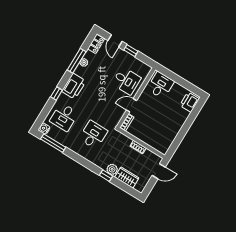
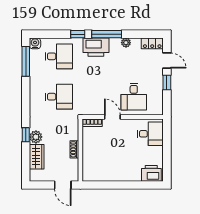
door: (115, 41) -> (167, 61), swing flipped
window: (77, 61) -> (107, 34), moved
desk: (64, 117) -> (59, 56), turned 180

